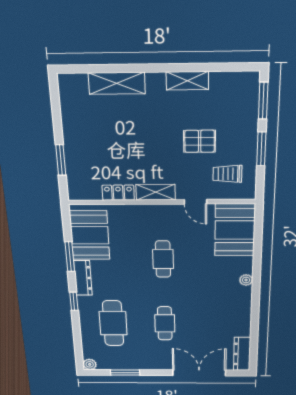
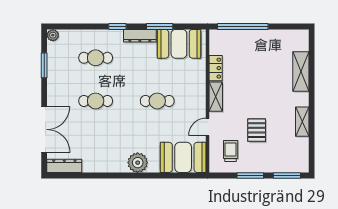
window: (61, 160) -> (243, 26), width x2.11
plant: (246, 280) -> (138, 163), width x1.88, depth x1.88
cafe table: (113, 323) -> (96, 58), width x0.73, depth x0.74

